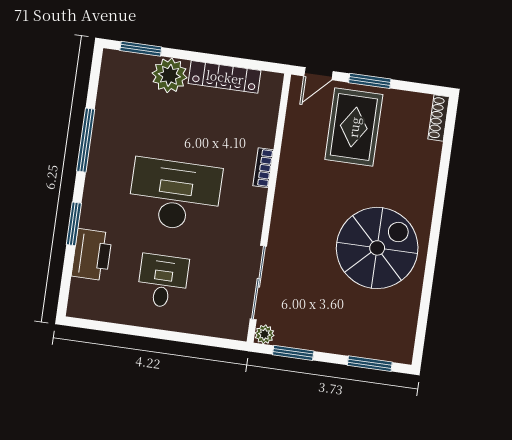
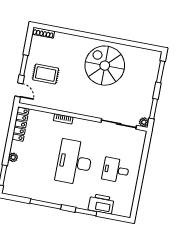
plant: (169, 75) -> (13, 157), width x0.53, depth x0.53
locker: (225, 77) -> (20, 124), moved
rug: (354, 127) -> (46, 74), width x0.73, depth x0.70

